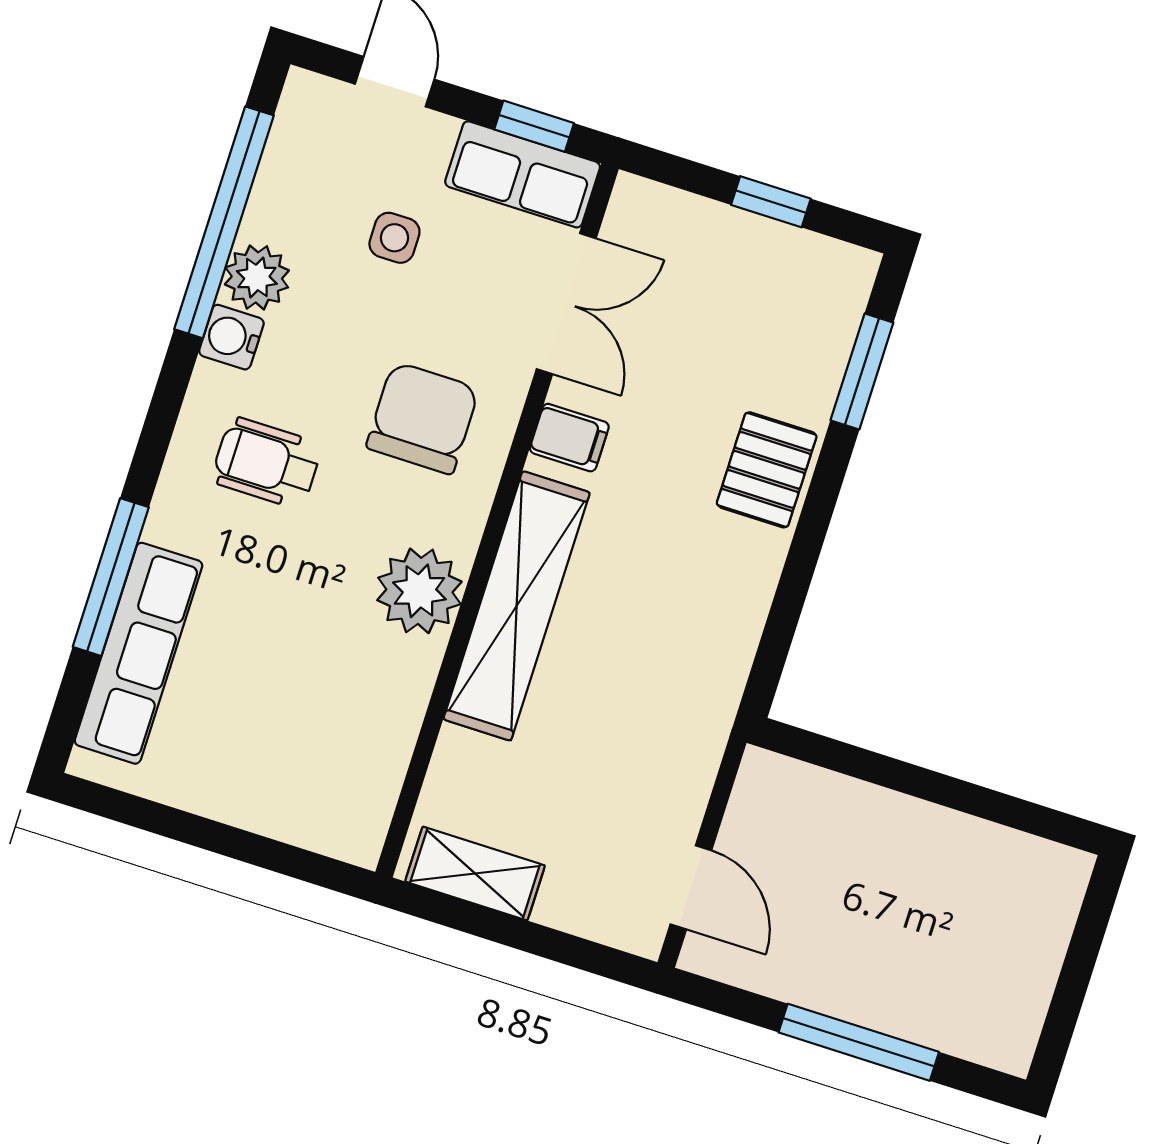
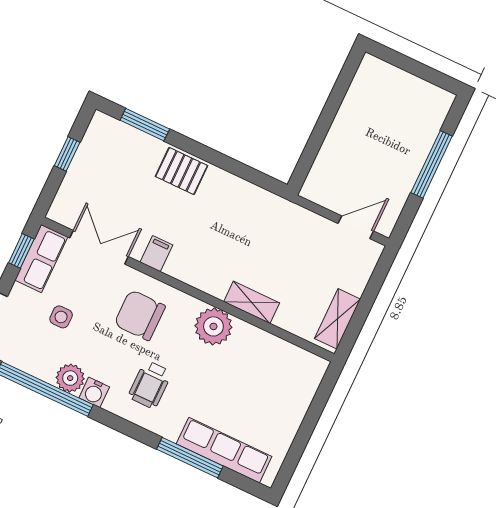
shelving: (517, 606) -> (252, 302), width x0.45, depth x0.75

